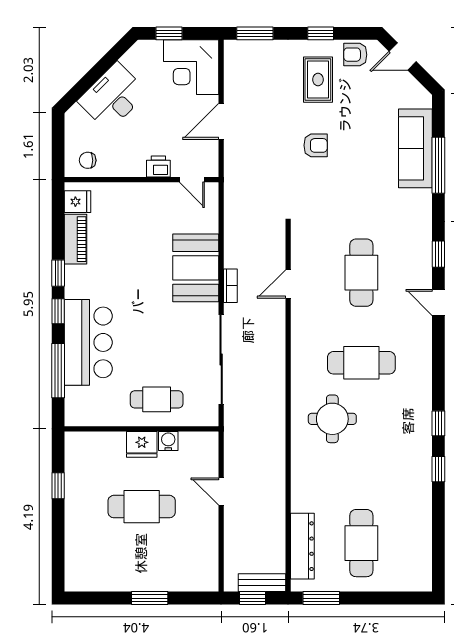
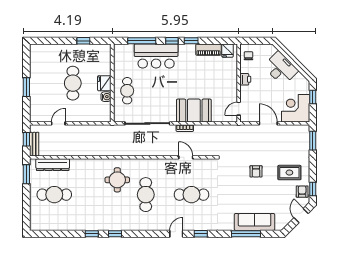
window: (321, 33) -> (313, 189), moved
printer: (158, 166) -> (245, 79), moved
door: (221, 492) -> (58, 123), moved

